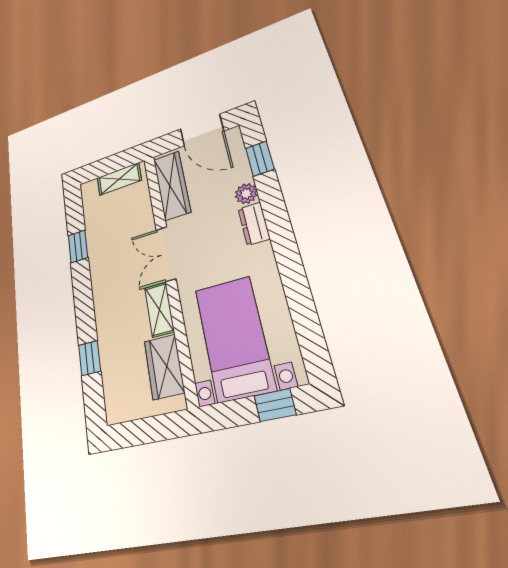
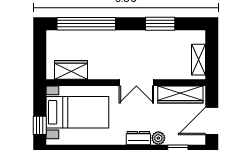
window: (78, 246) -> (160, 24), width x1.50
double door: (166, 254) -> (136, 83), swing flipped
shelving: (159, 309) -> (104, 73), removed
window: (89, 358) -> (86, 24), width x3.17

